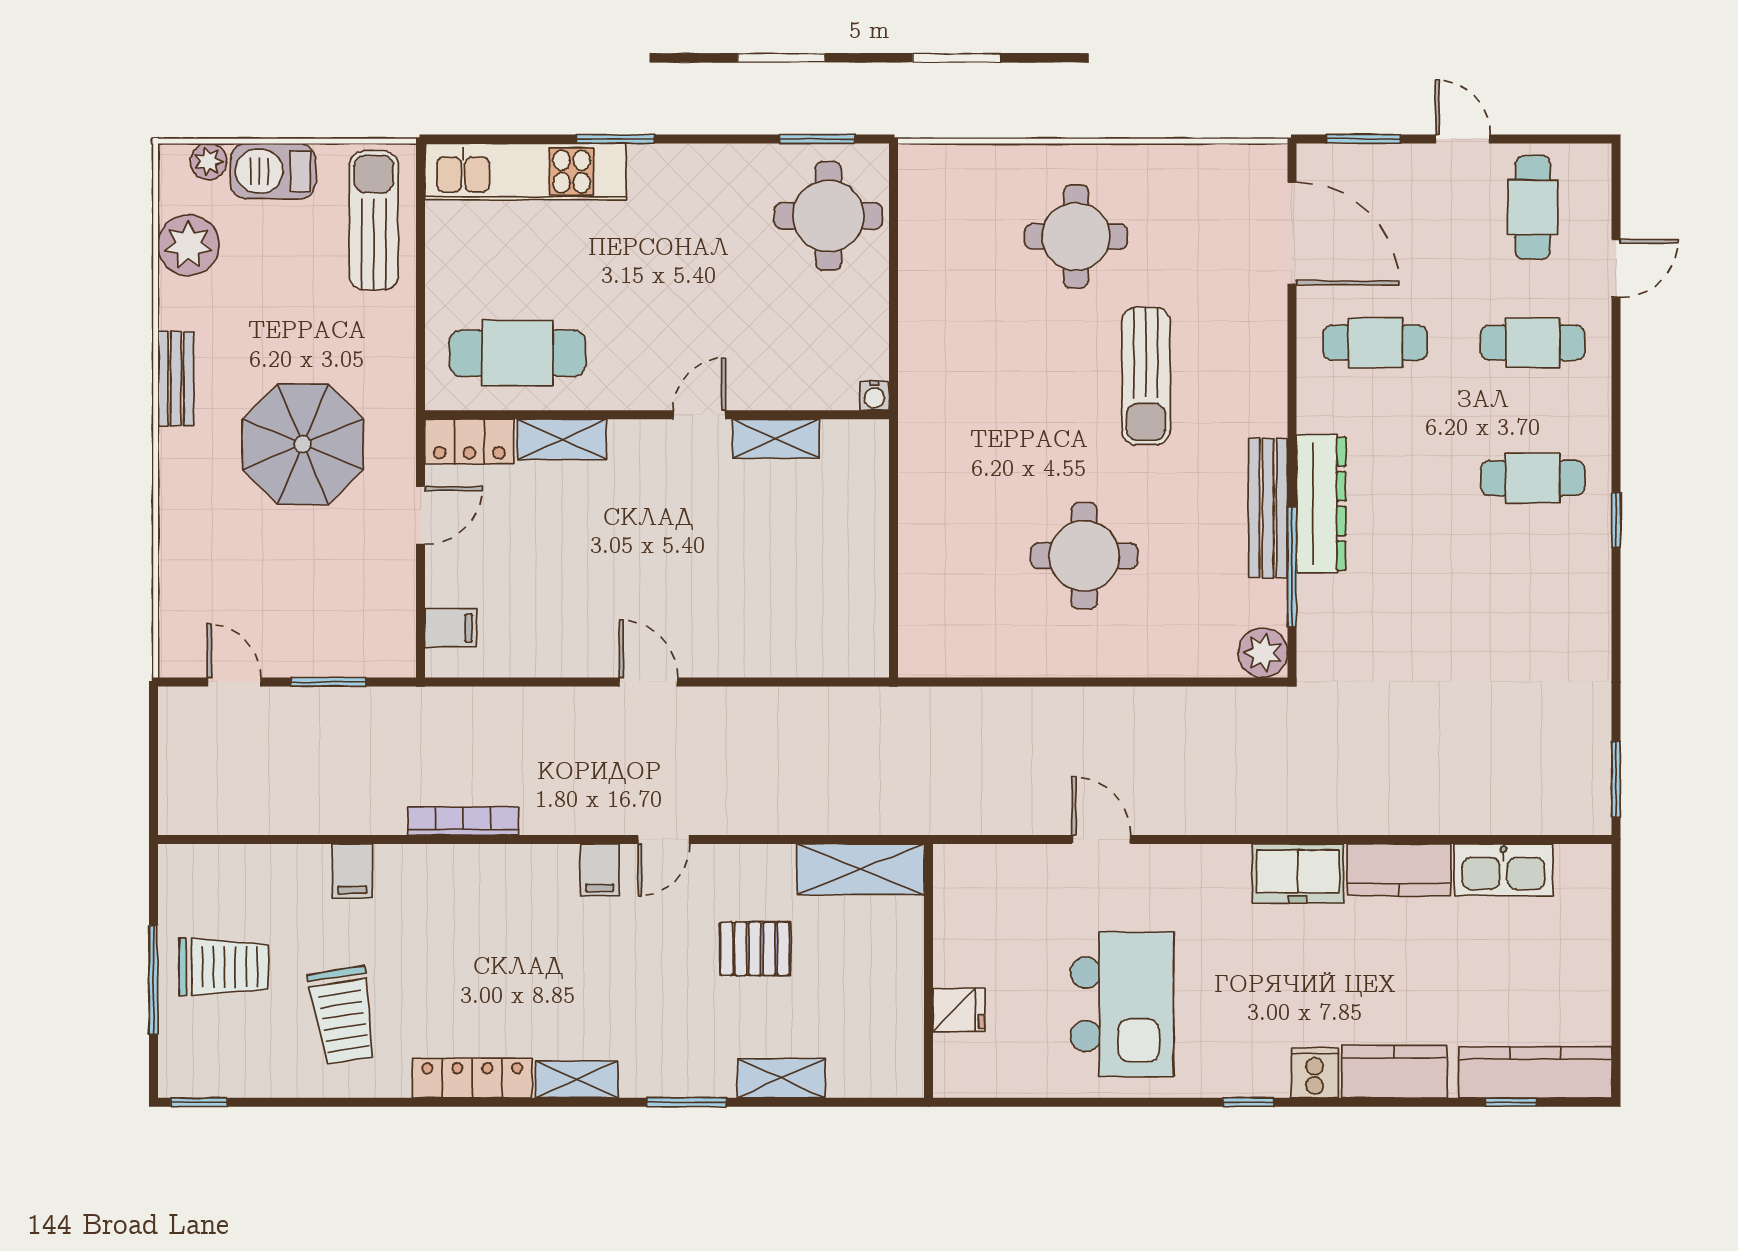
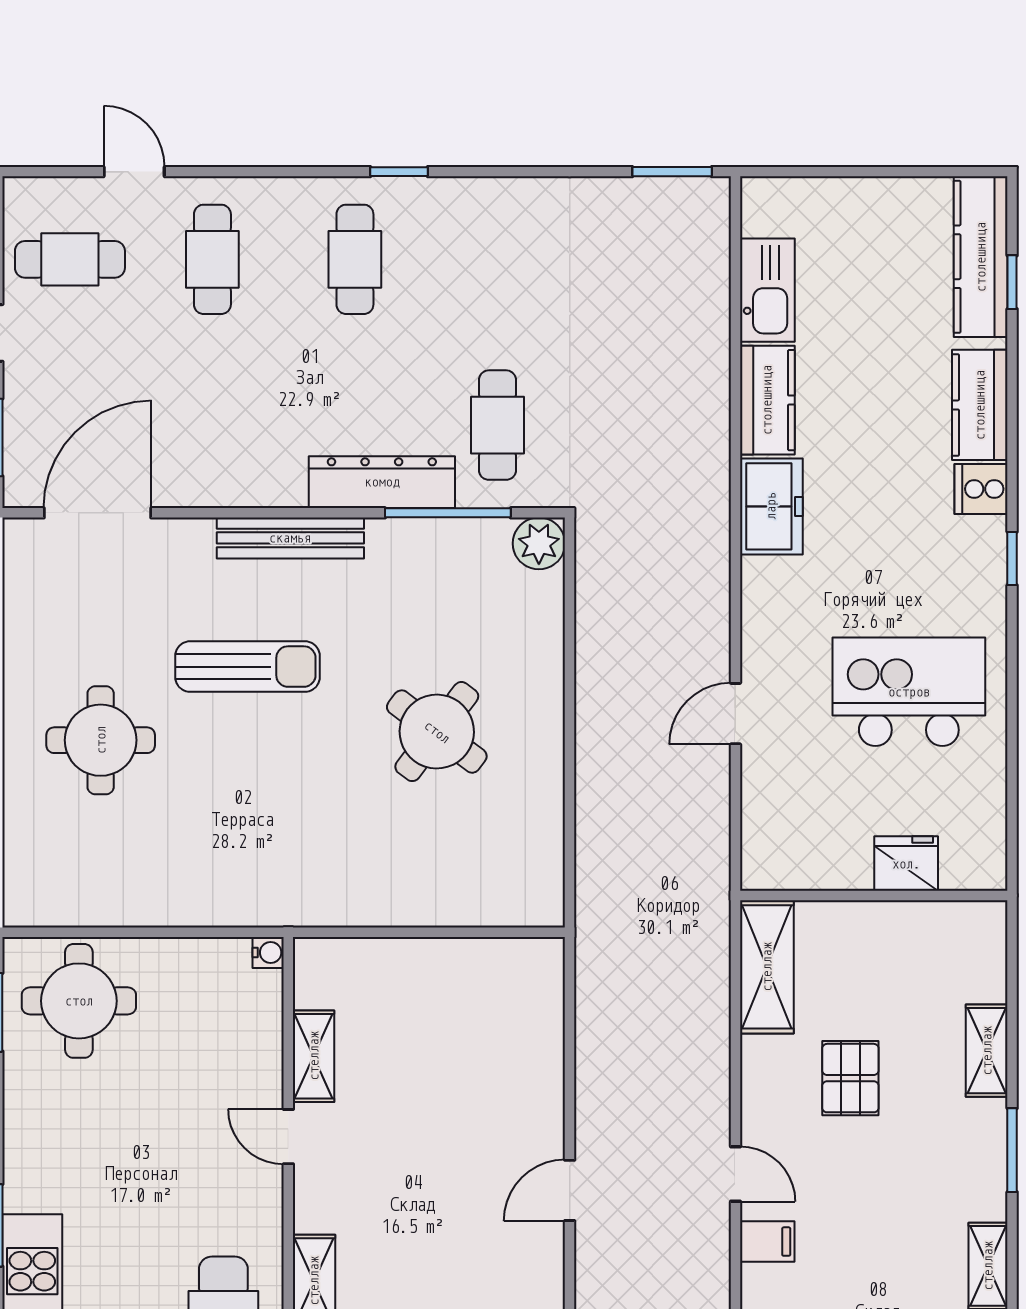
cafe table: (1375, 343) -> (497, 425), moved
bench: (1268, 508) -> (290, 538), moved
round table: (1084, 556) -> (437, 732), turned 37
fridge: (959, 1010) -> (906, 864), width x1.38

